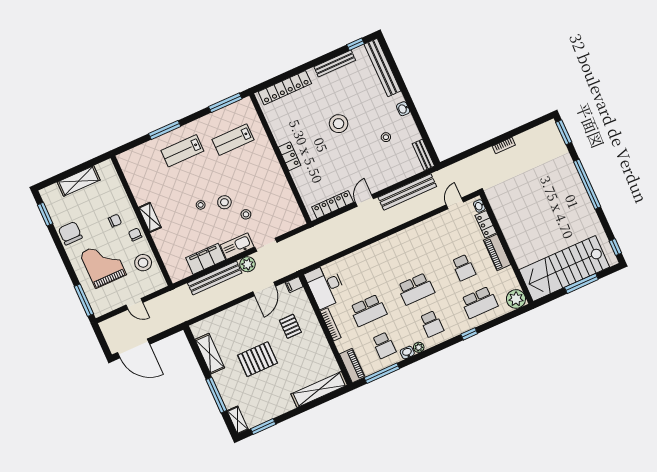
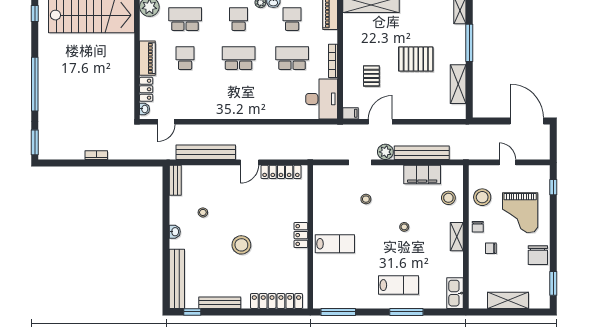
lab bench: (233, 140) -> (335, 244), moved
stool: (224, 202) -> (448, 198), moved
kitchen sink: (237, 246) -> (455, 293), moved, turned 90
window: (84, 300) -> (553, 187), width x0.46

